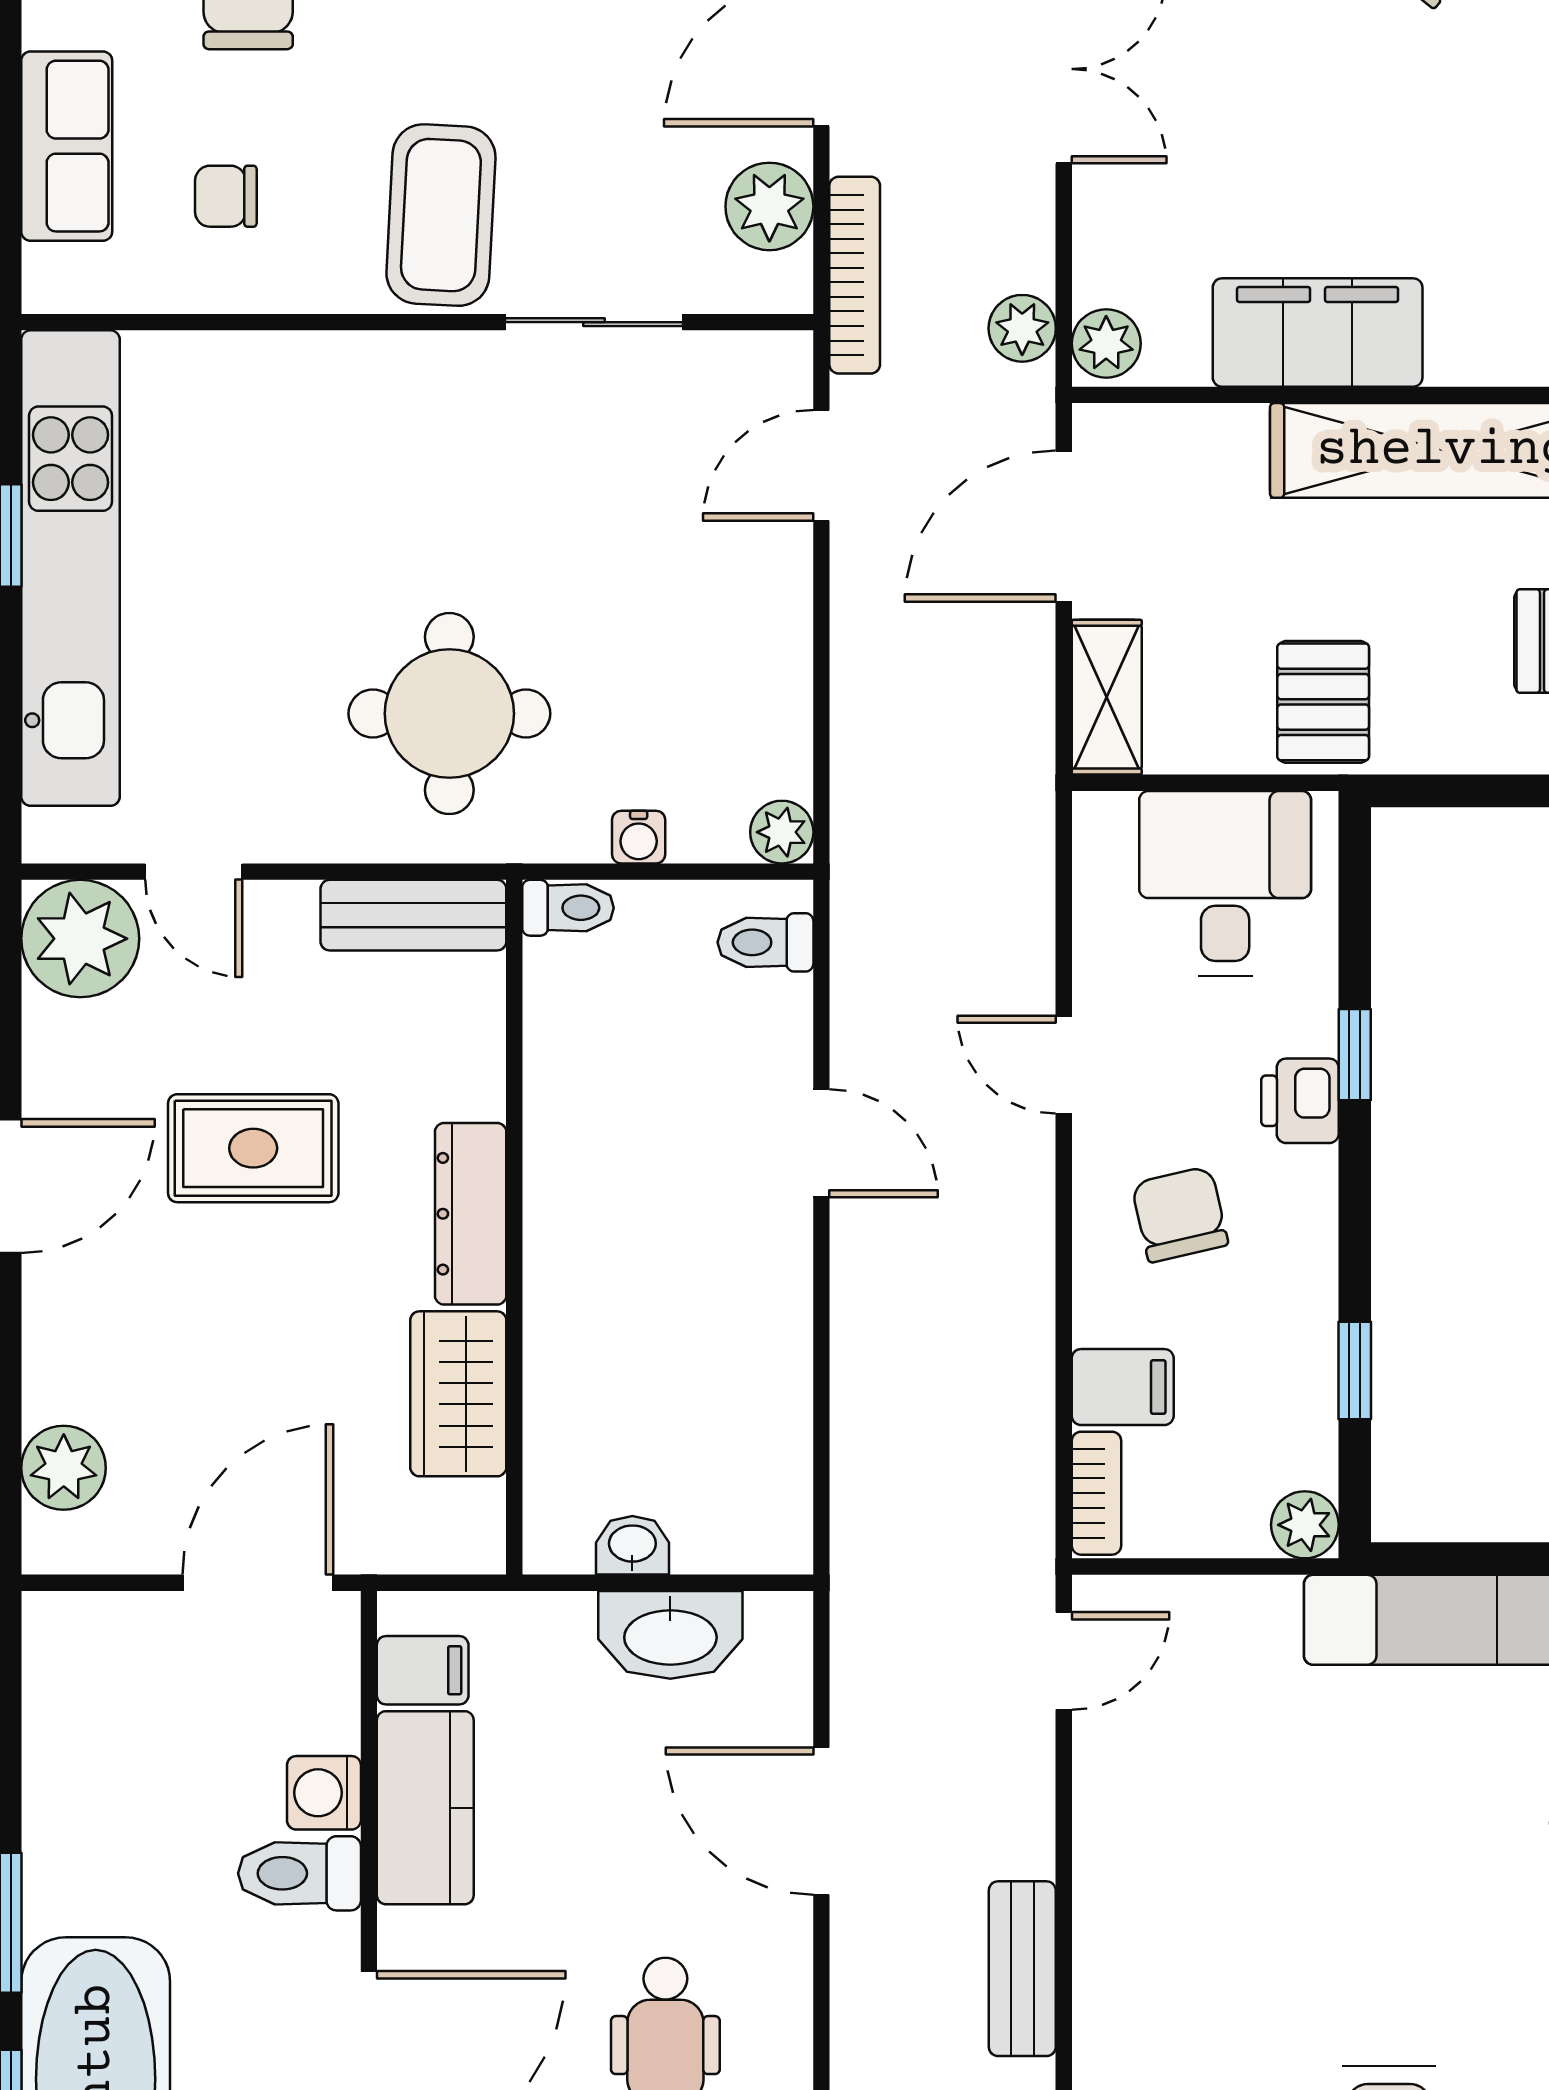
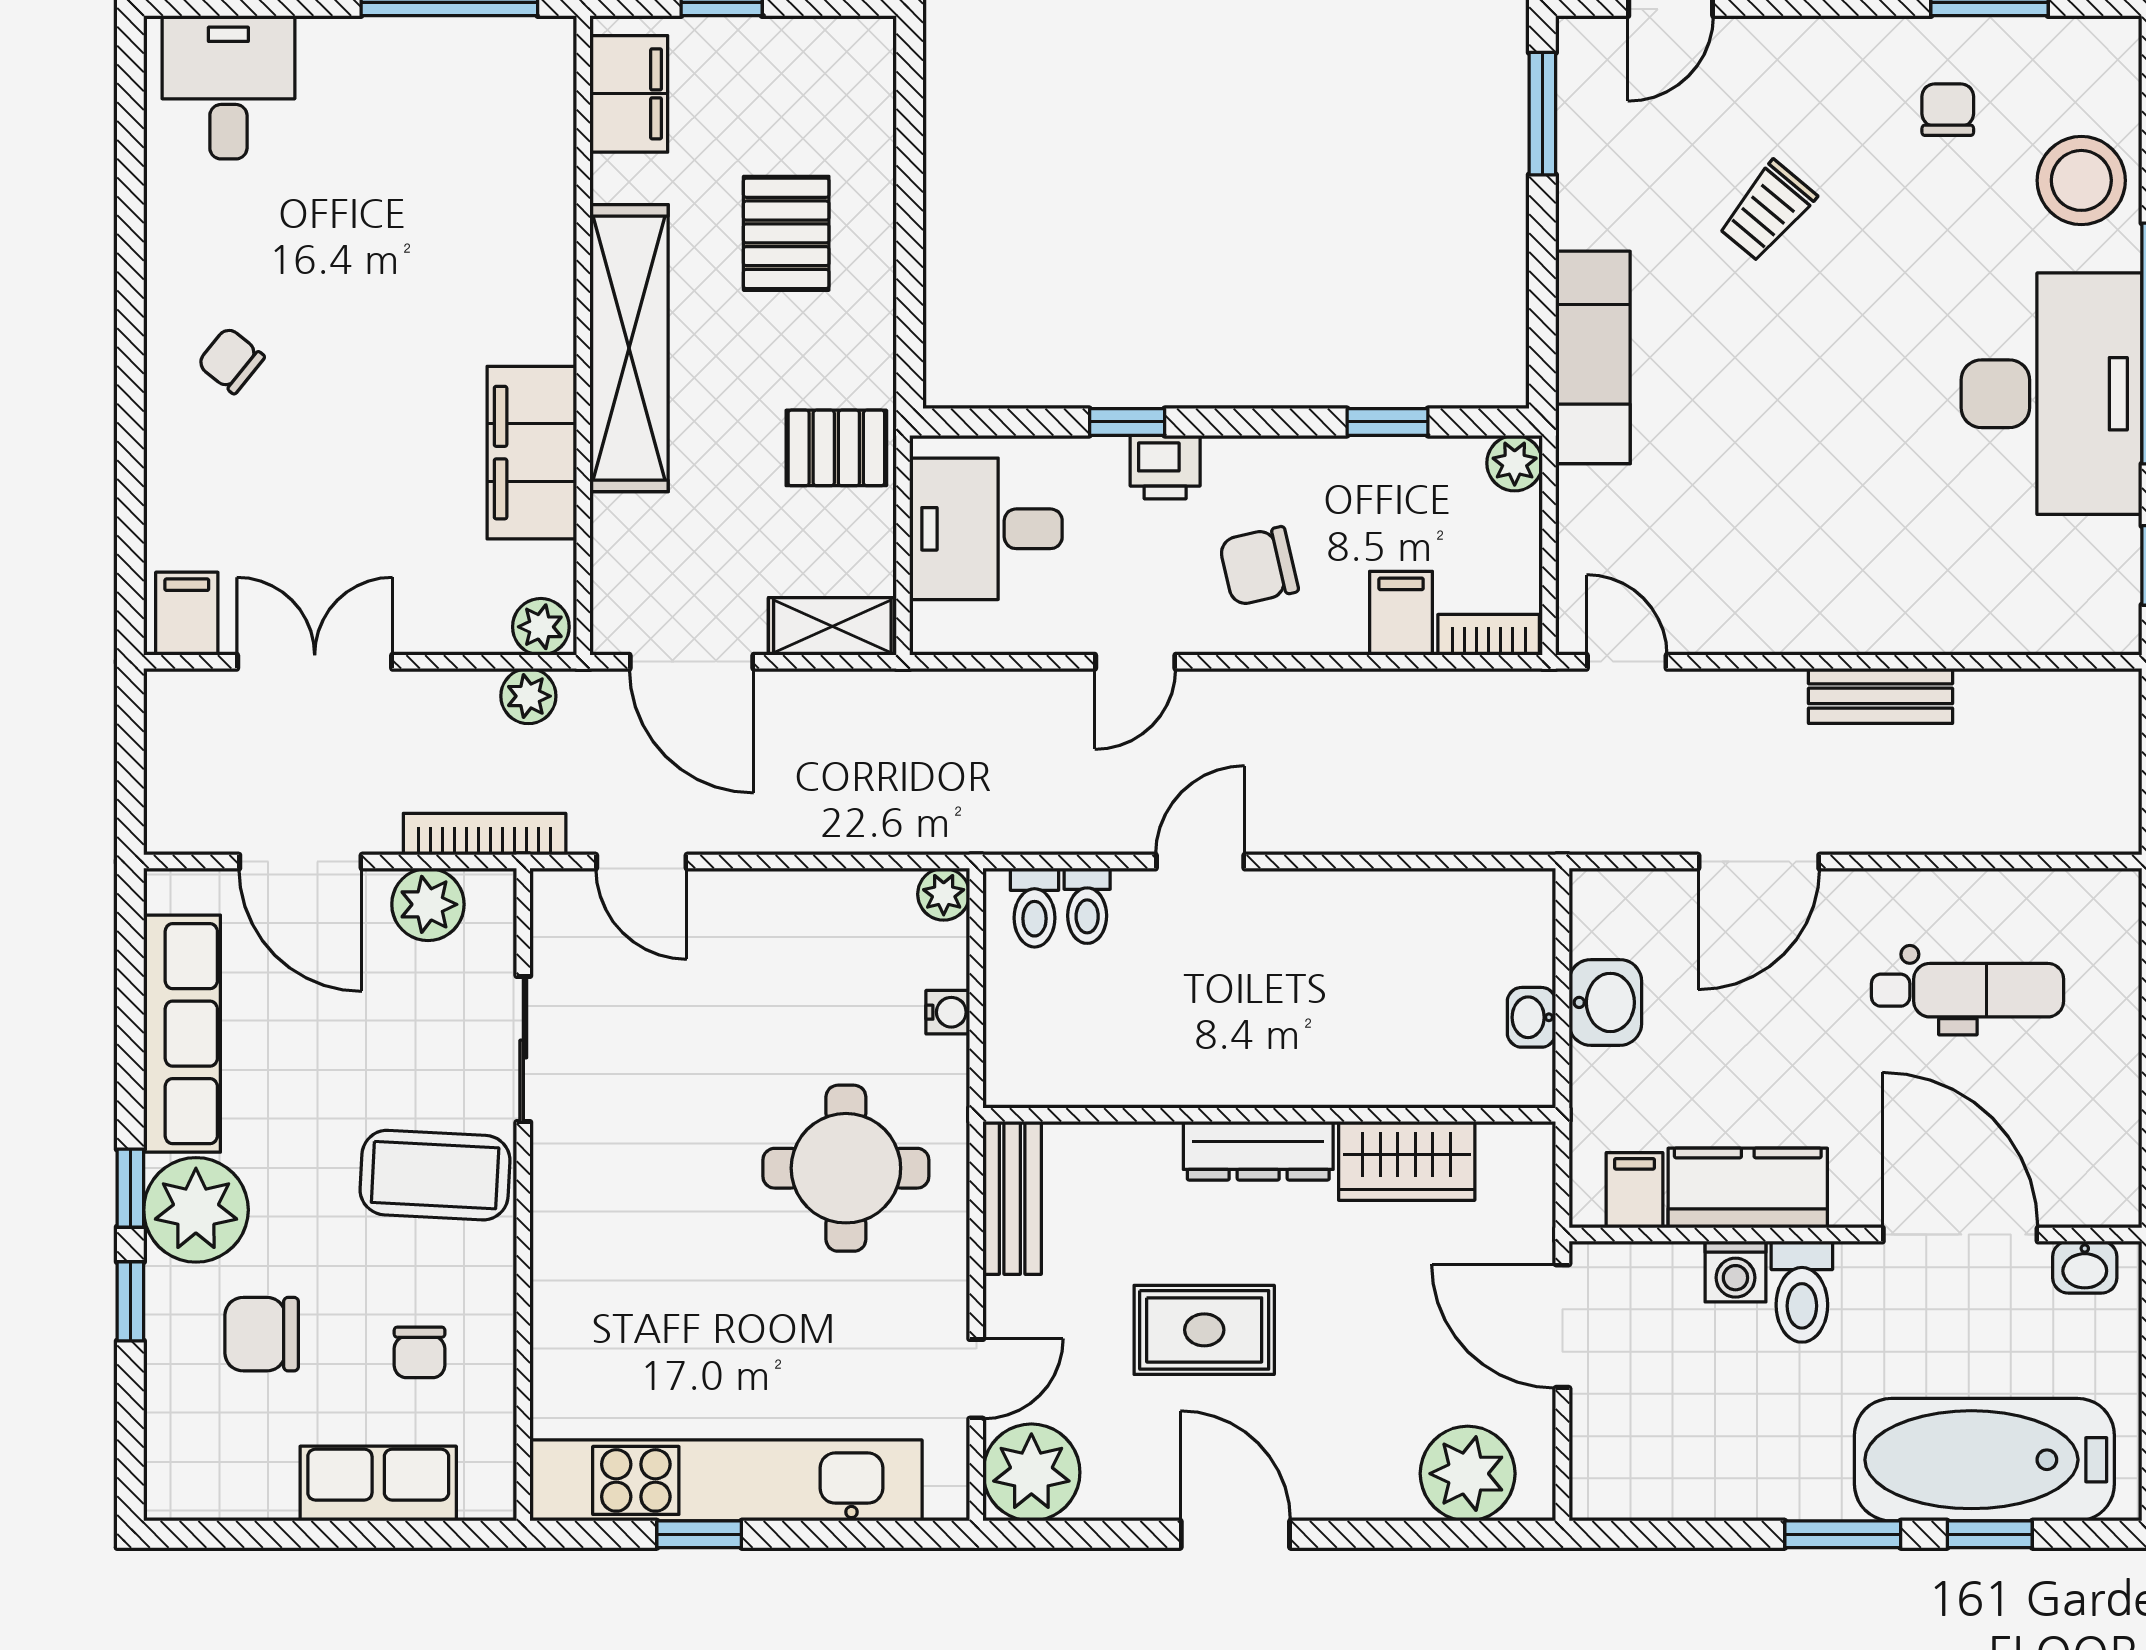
toilet: (568, 908) -> (1087, 906), moved, turned 180
rug: (253, 1148) -> (1204, 1330), turned 90
plant: (64, 1468) -> (1468, 1474), width x1.36, depth x1.36
washbasin: (670, 1635) -> (1605, 1002), width x0.72

